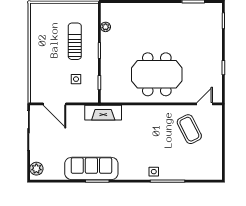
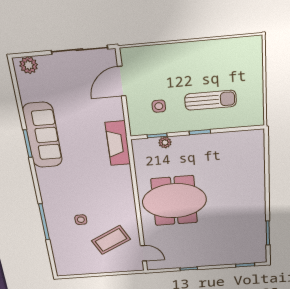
plant: (106, 27) -> (165, 142), moved
meeting table: (157, 74) -> (174, 201), turned 90
side table: (154, 172) -> (81, 220), moved

